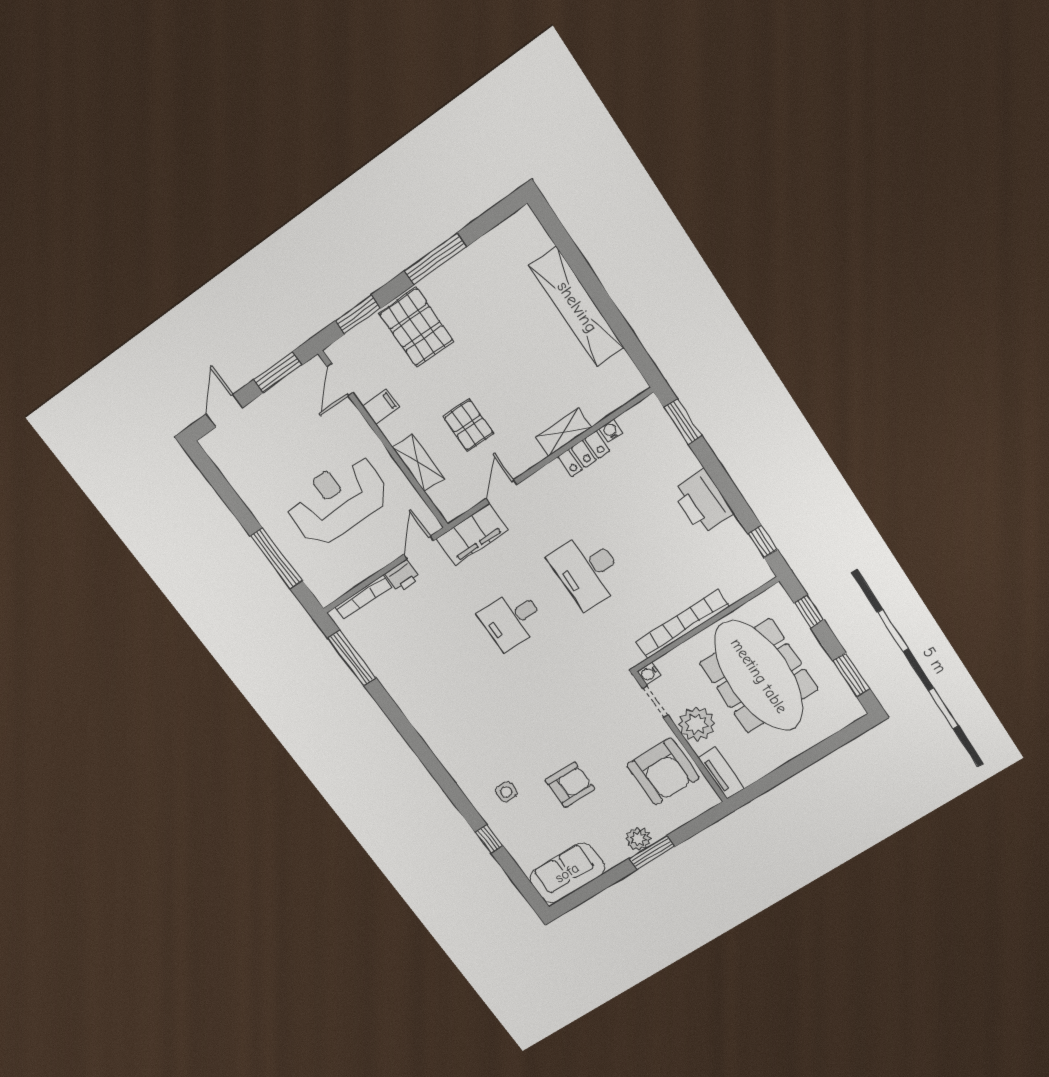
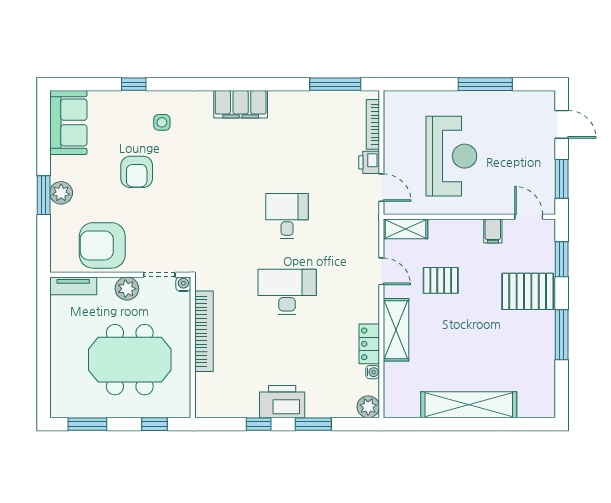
plant: (650, 411) -> (368, 407), added
window: (683, 422) -> (313, 424), moved
shelving: (563, 432) -> (396, 330), width x1.50, depth x1.33
shelving: (418, 463) -> (406, 229), moved
filing cabinet: (472, 535) -> (241, 104), moved, turned -90
window: (763, 541) -> (259, 424), moved
window: (276, 558) -> (485, 84), moved
meeting table: (759, 676) -> (130, 360), width x0.73
plant: (697, 724) -> (127, 289), width x0.73, depth x0.73

